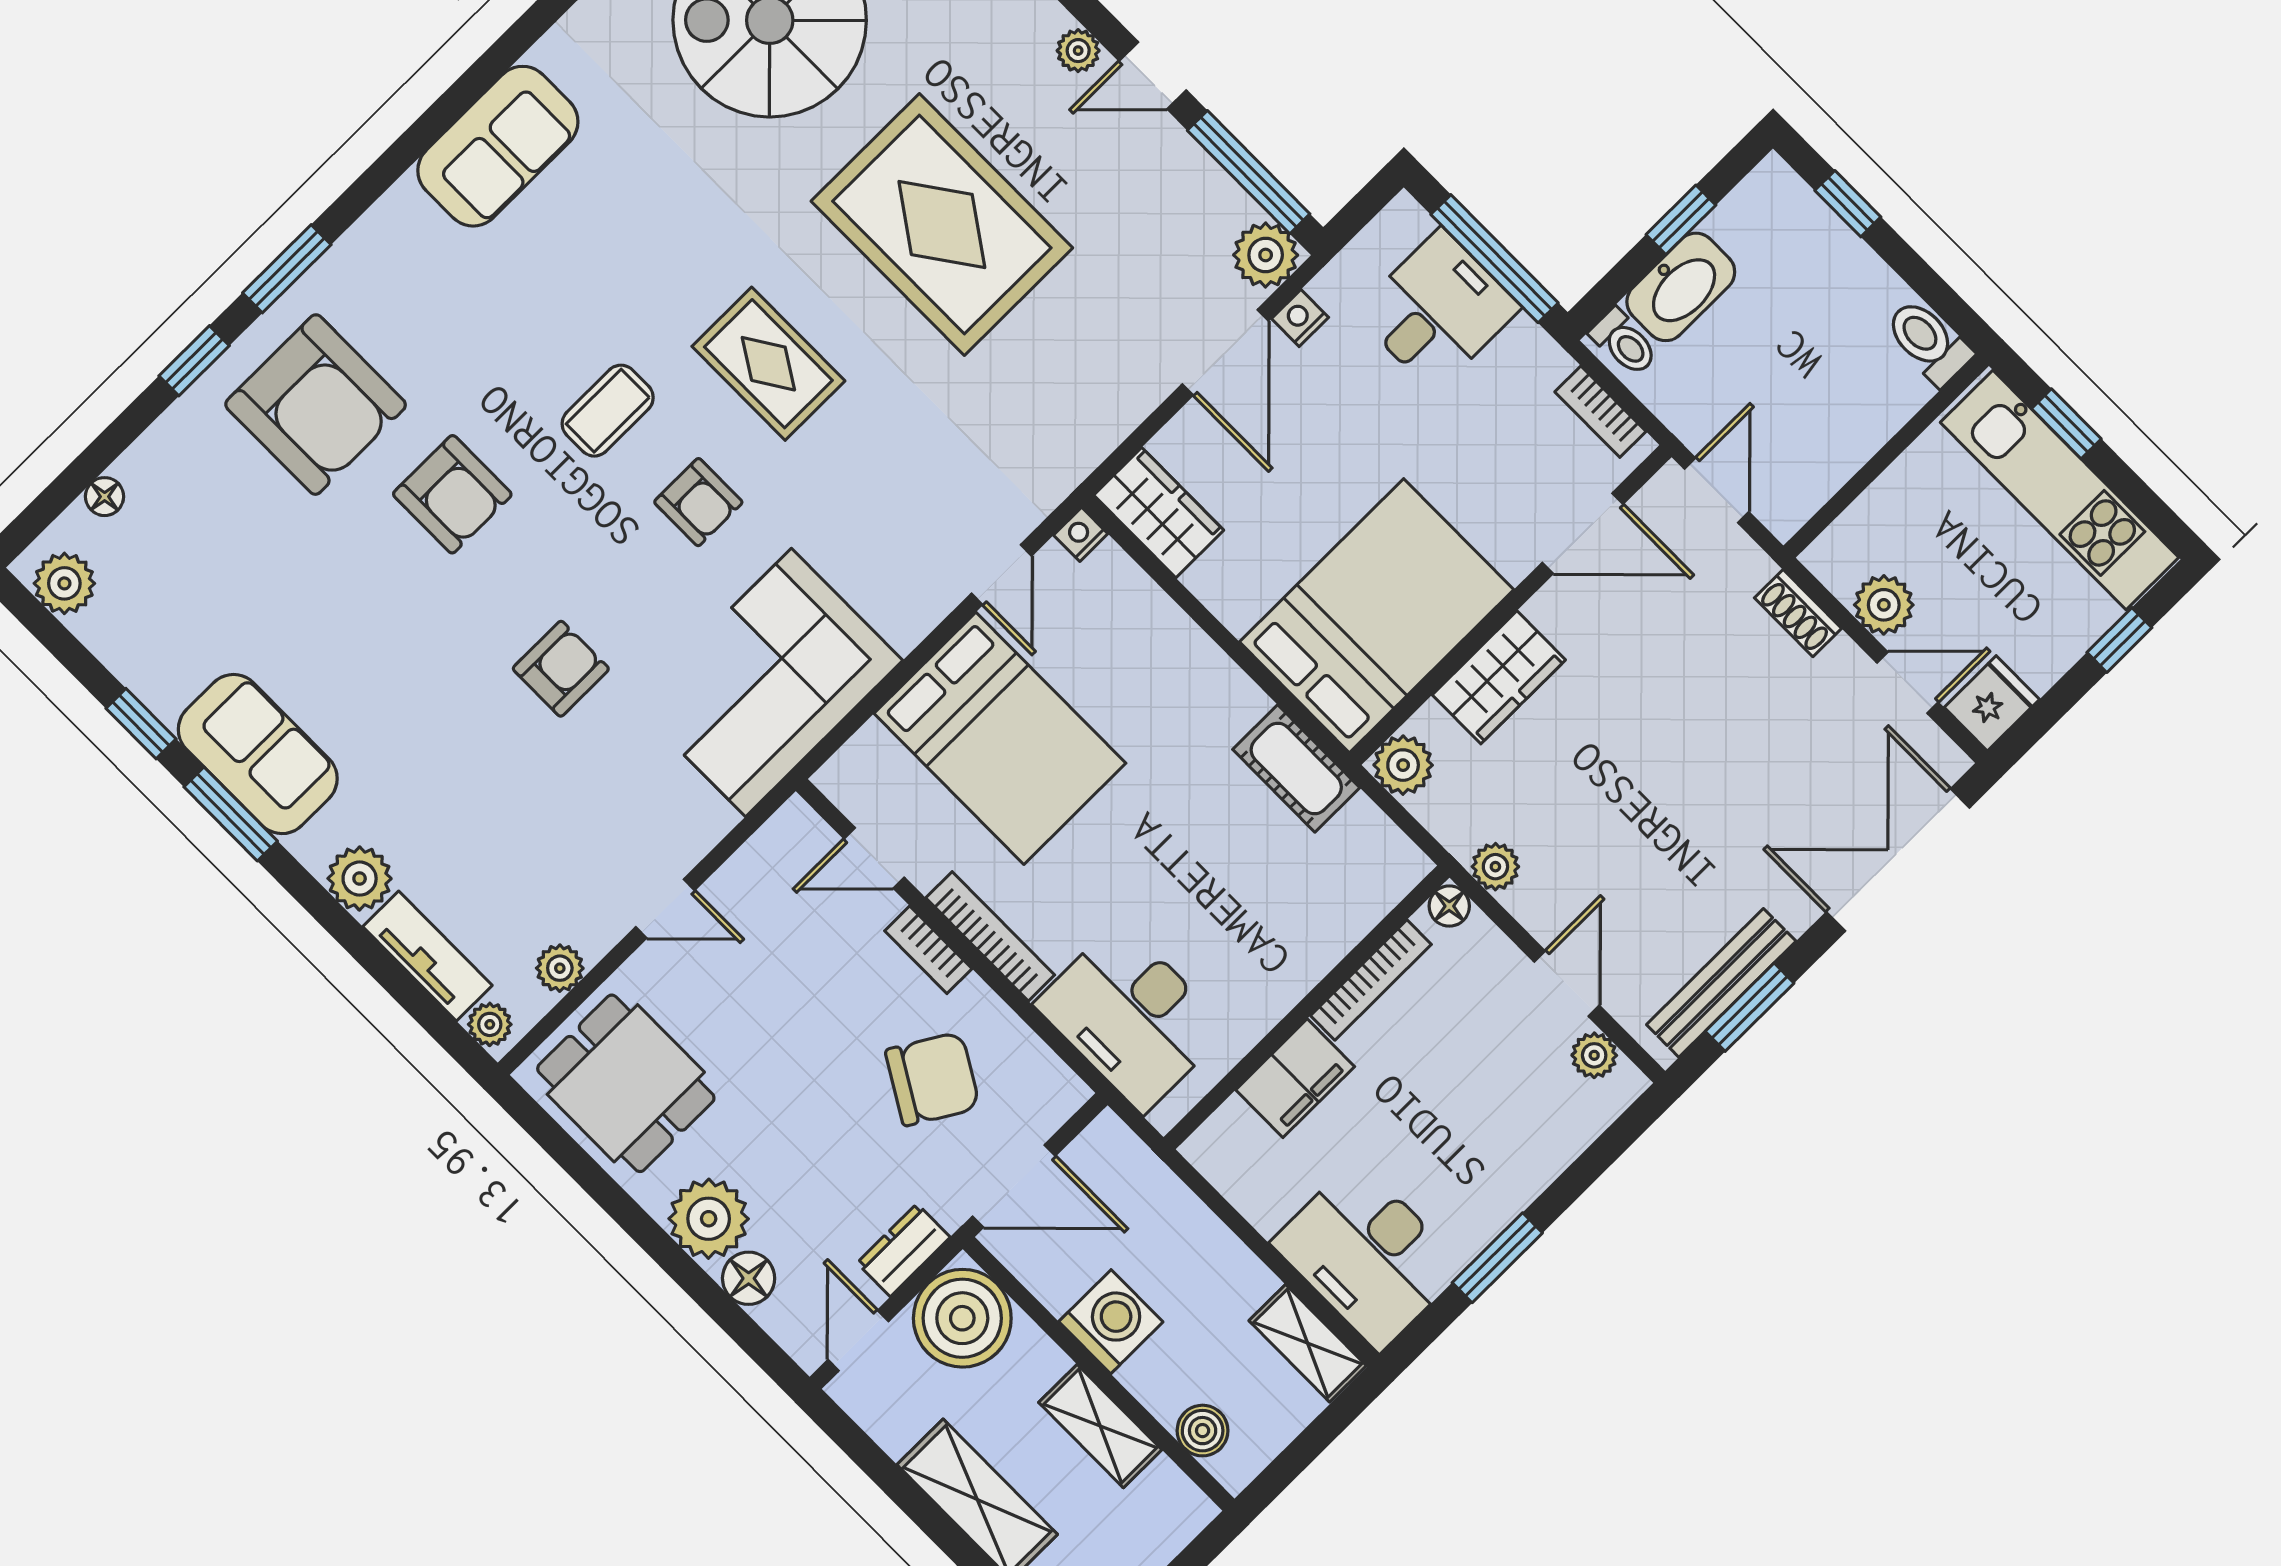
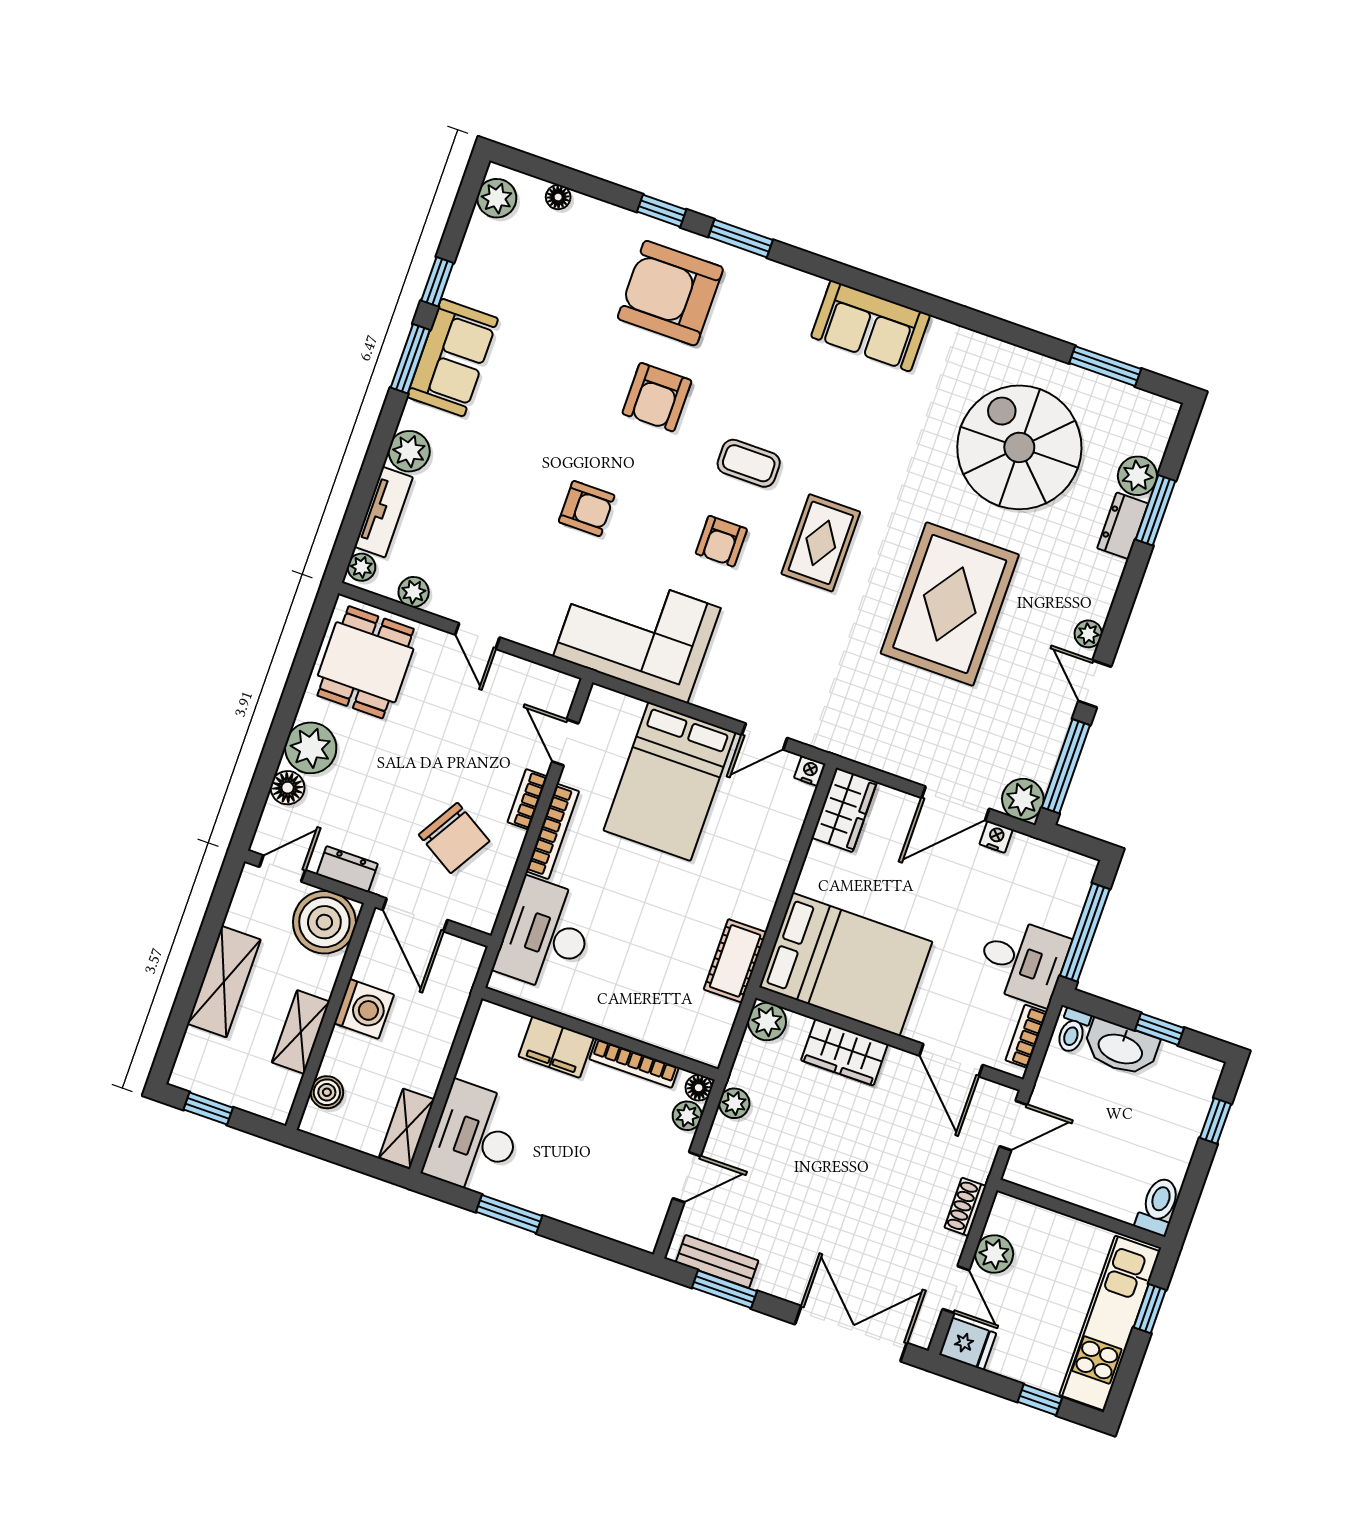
desk: (1438, 310) -> (1023, 961), moved
armchair: (316, 405) -> (670, 293), turned 90
bench: (1721, 983) -> (717, 1261), width x0.73
plant: (1594, 1055) -> (687, 1116), moved

